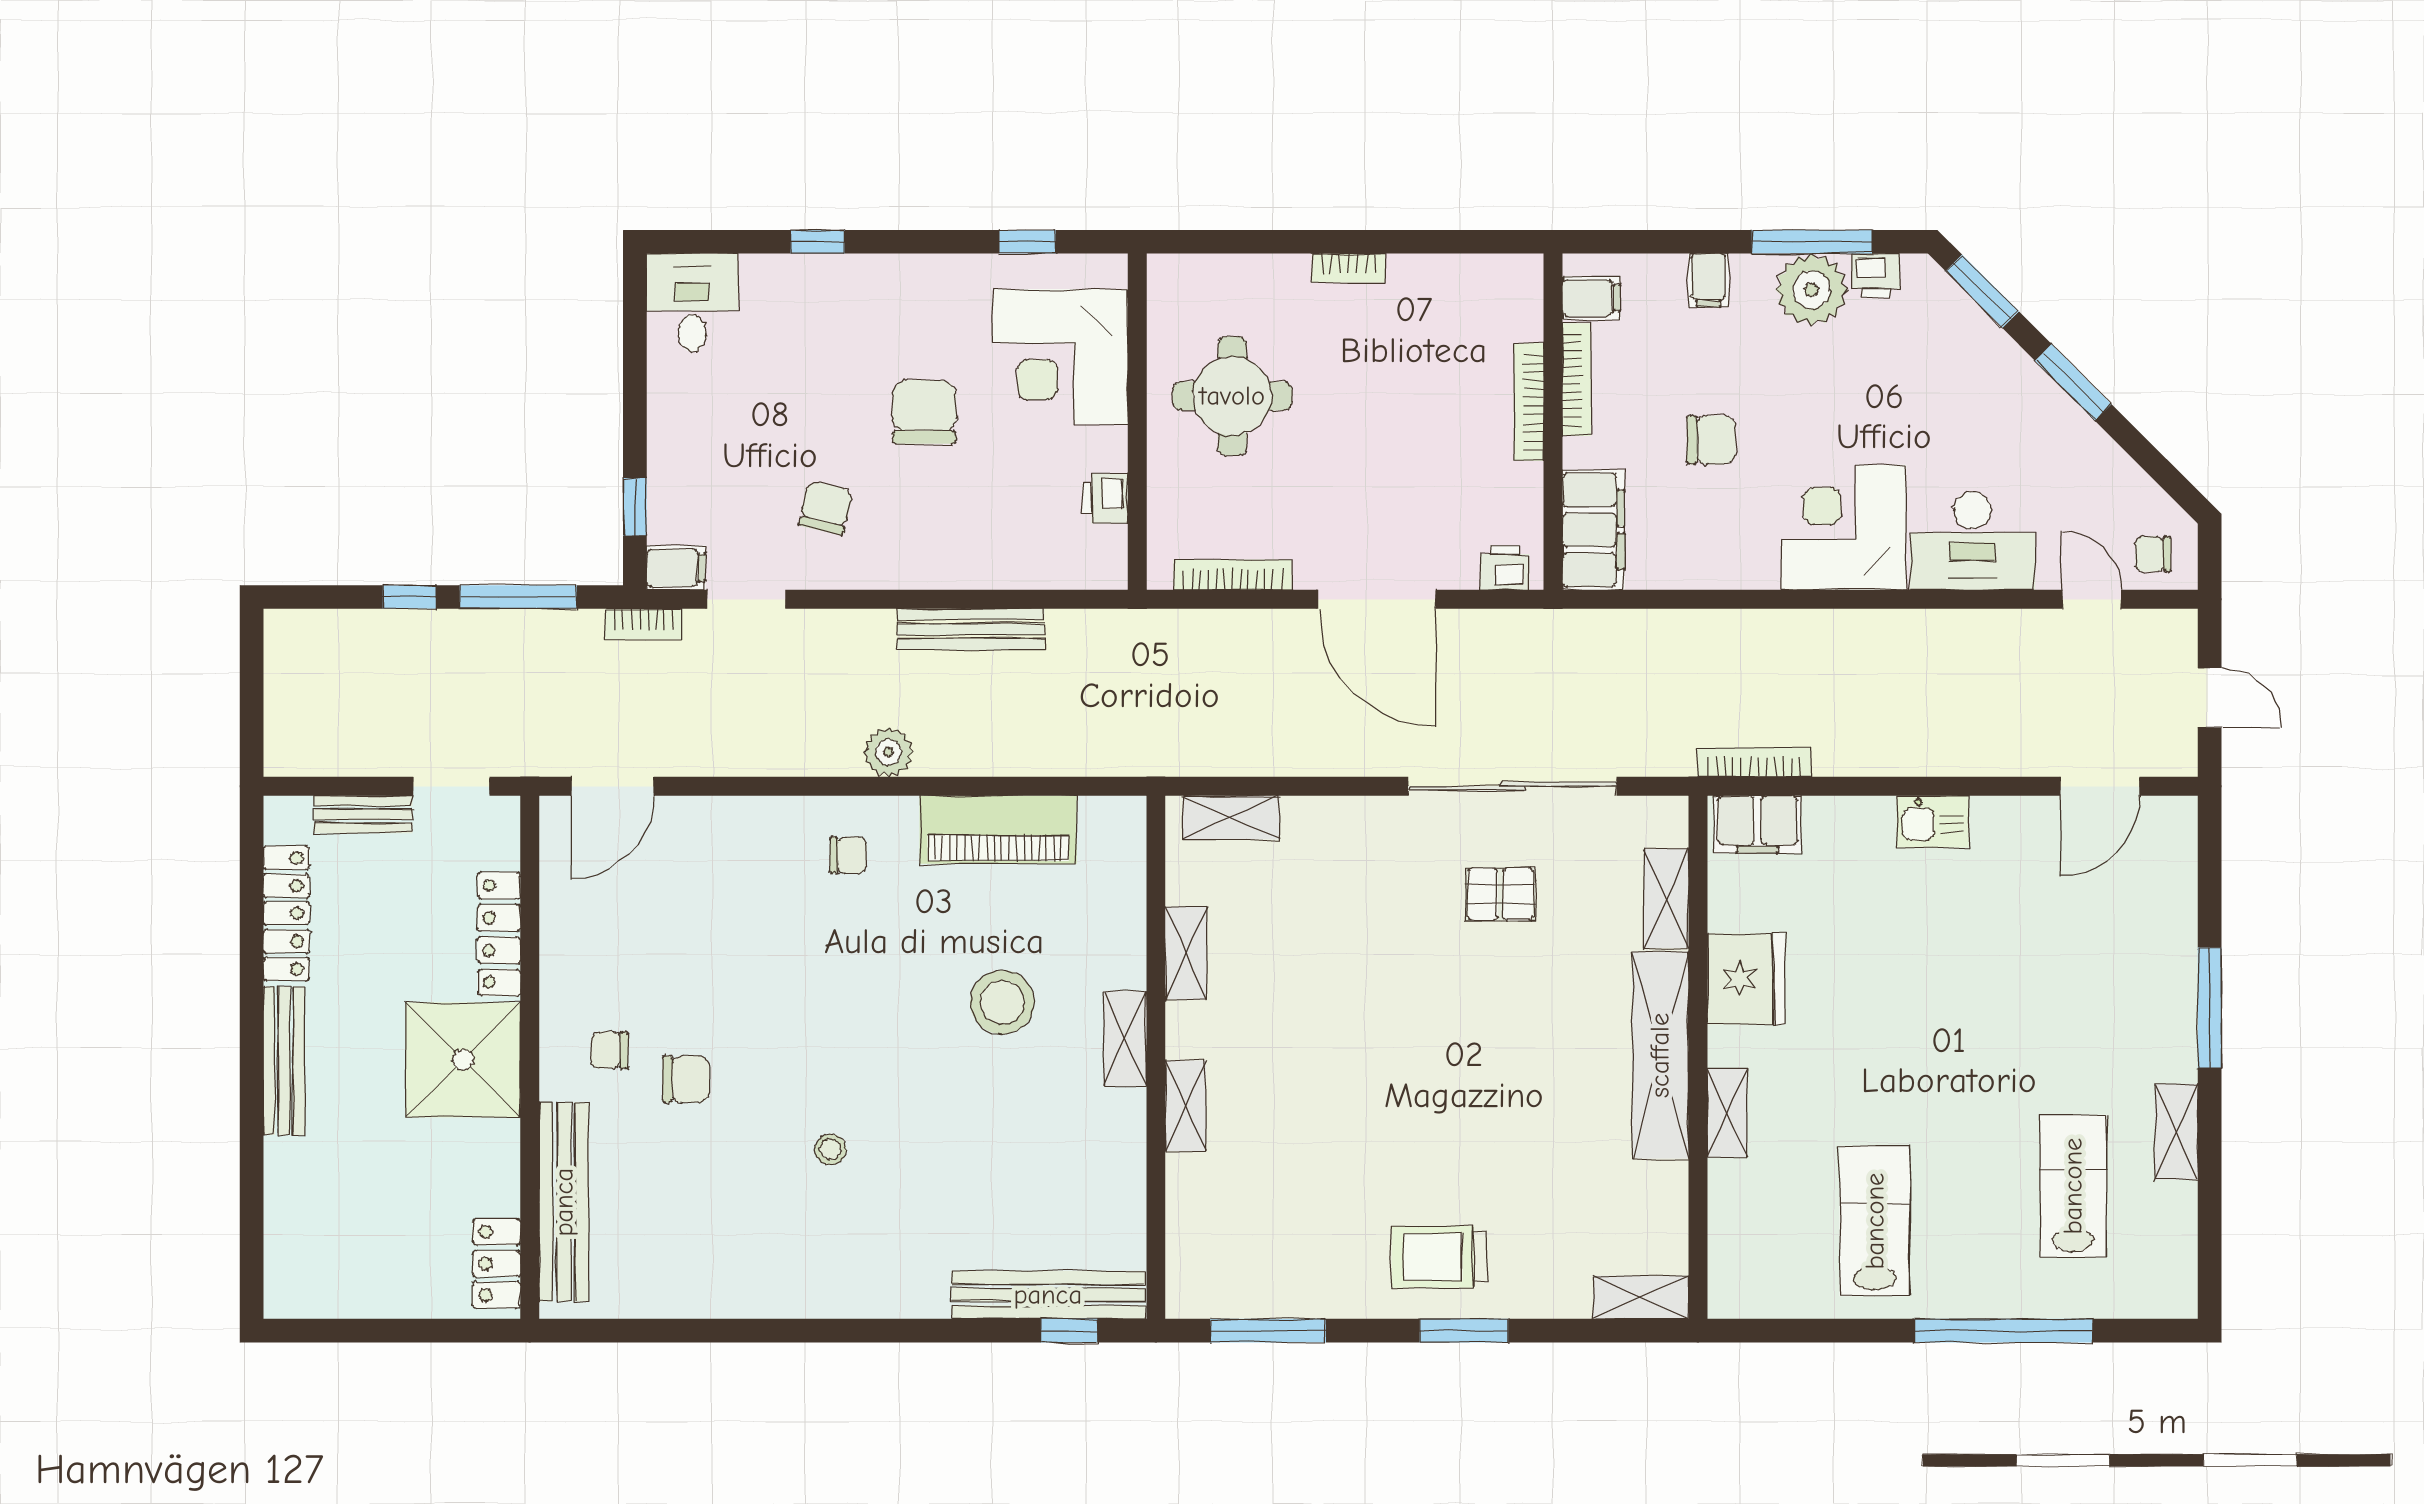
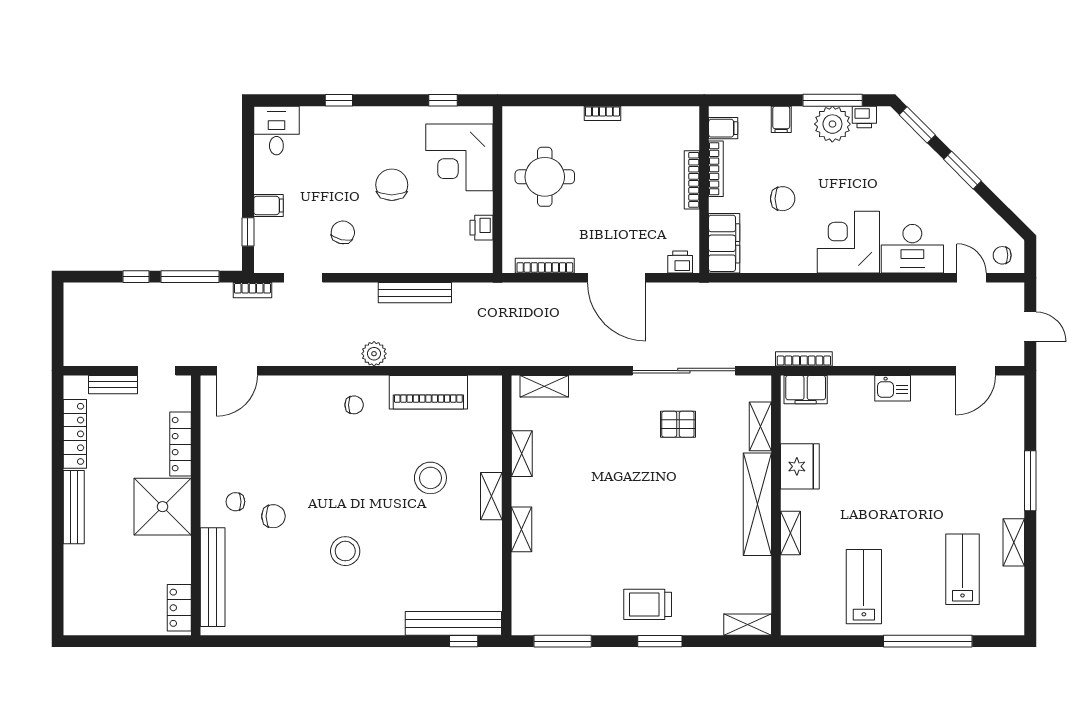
filing cabinet: (676, 568) -> (268, 205), moved
stool: (831, 1149) -> (345, 551), width x1.89, depth x1.89

